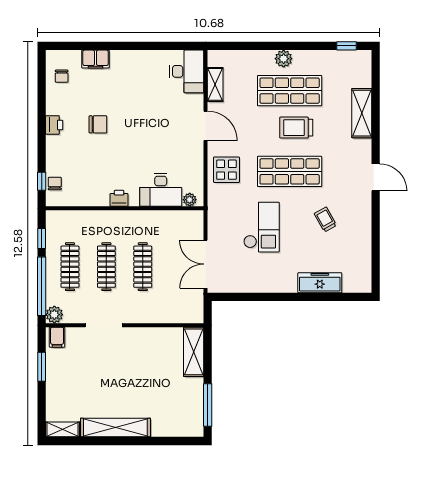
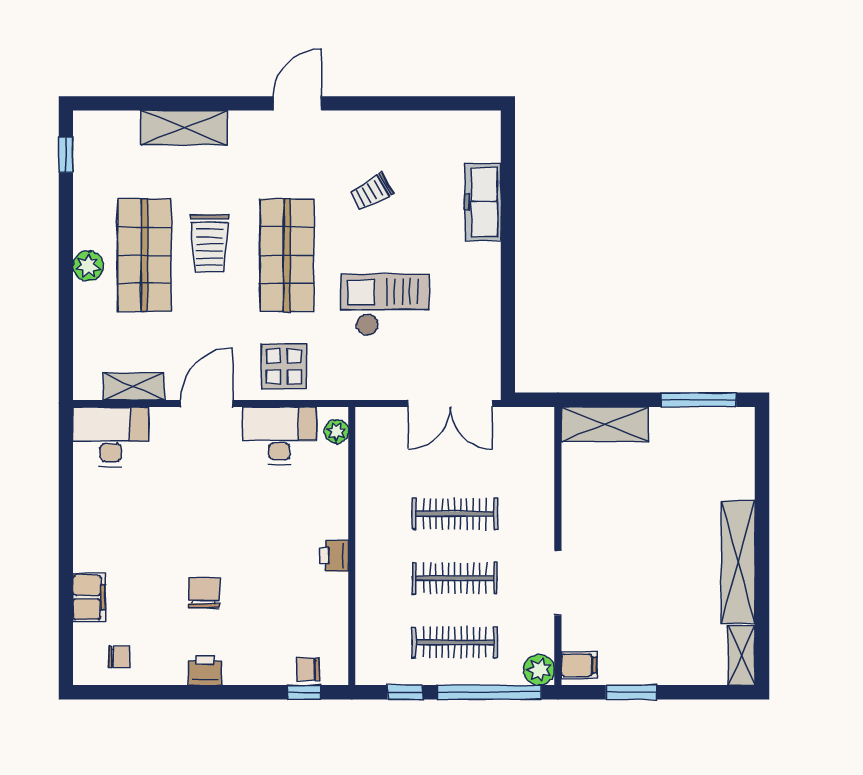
desk: (161, 190) -> (279, 436), moved, turned -90

